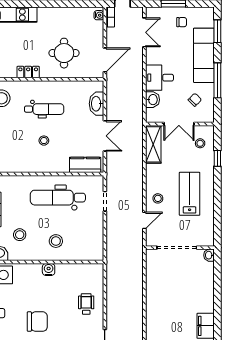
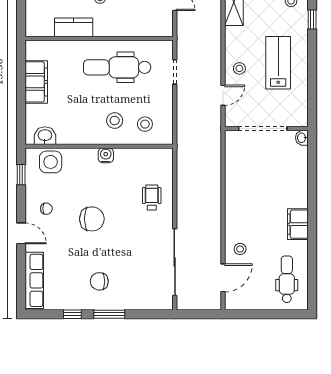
kitchen counter: (85, 165) -> (74, 27), moved
stool: (20, 235) -> (145, 124), moved

